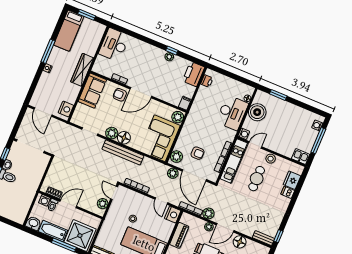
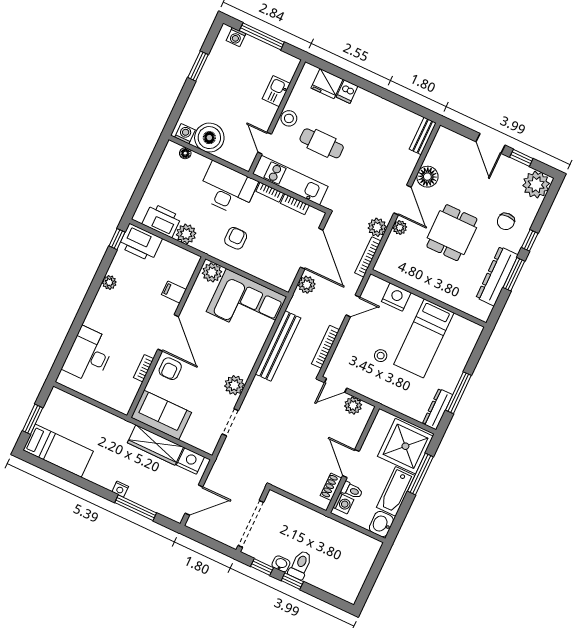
desk: (114, 45) -> (89, 355), moved, turned 90
window: (172, 50) -> (117, 239), moved
window: (48, 51) -> (136, 508), moved
wardrobe: (82, 70) -> (155, 445), moved
printer: (207, 81) -> (162, 220), width x1.87, depth x1.48
window: (278, 95) -> (198, 66), moved
filing cabinet: (185, 103) -> (174, 292), moved
desk: (232, 113) -> (227, 189), moved
washing machine: (244, 134) -> (185, 134), moved
floor lamp: (124, 138) -> (243, 365), removed
bench: (123, 152) -> (278, 346), moved
armchair: (197, 153) -> (236, 238), moved
plant: (176, 157) -> (186, 234), moved
kitchen sink: (301, 157) -> (276, 91), moved
door: (194, 175) -> (312, 249), hinge flipped
nightstand: (173, 215) -> (396, 297), moved
piano: (179, 235) -> (412, 278), removed
window: (278, 236) -> (420, 111), removed

